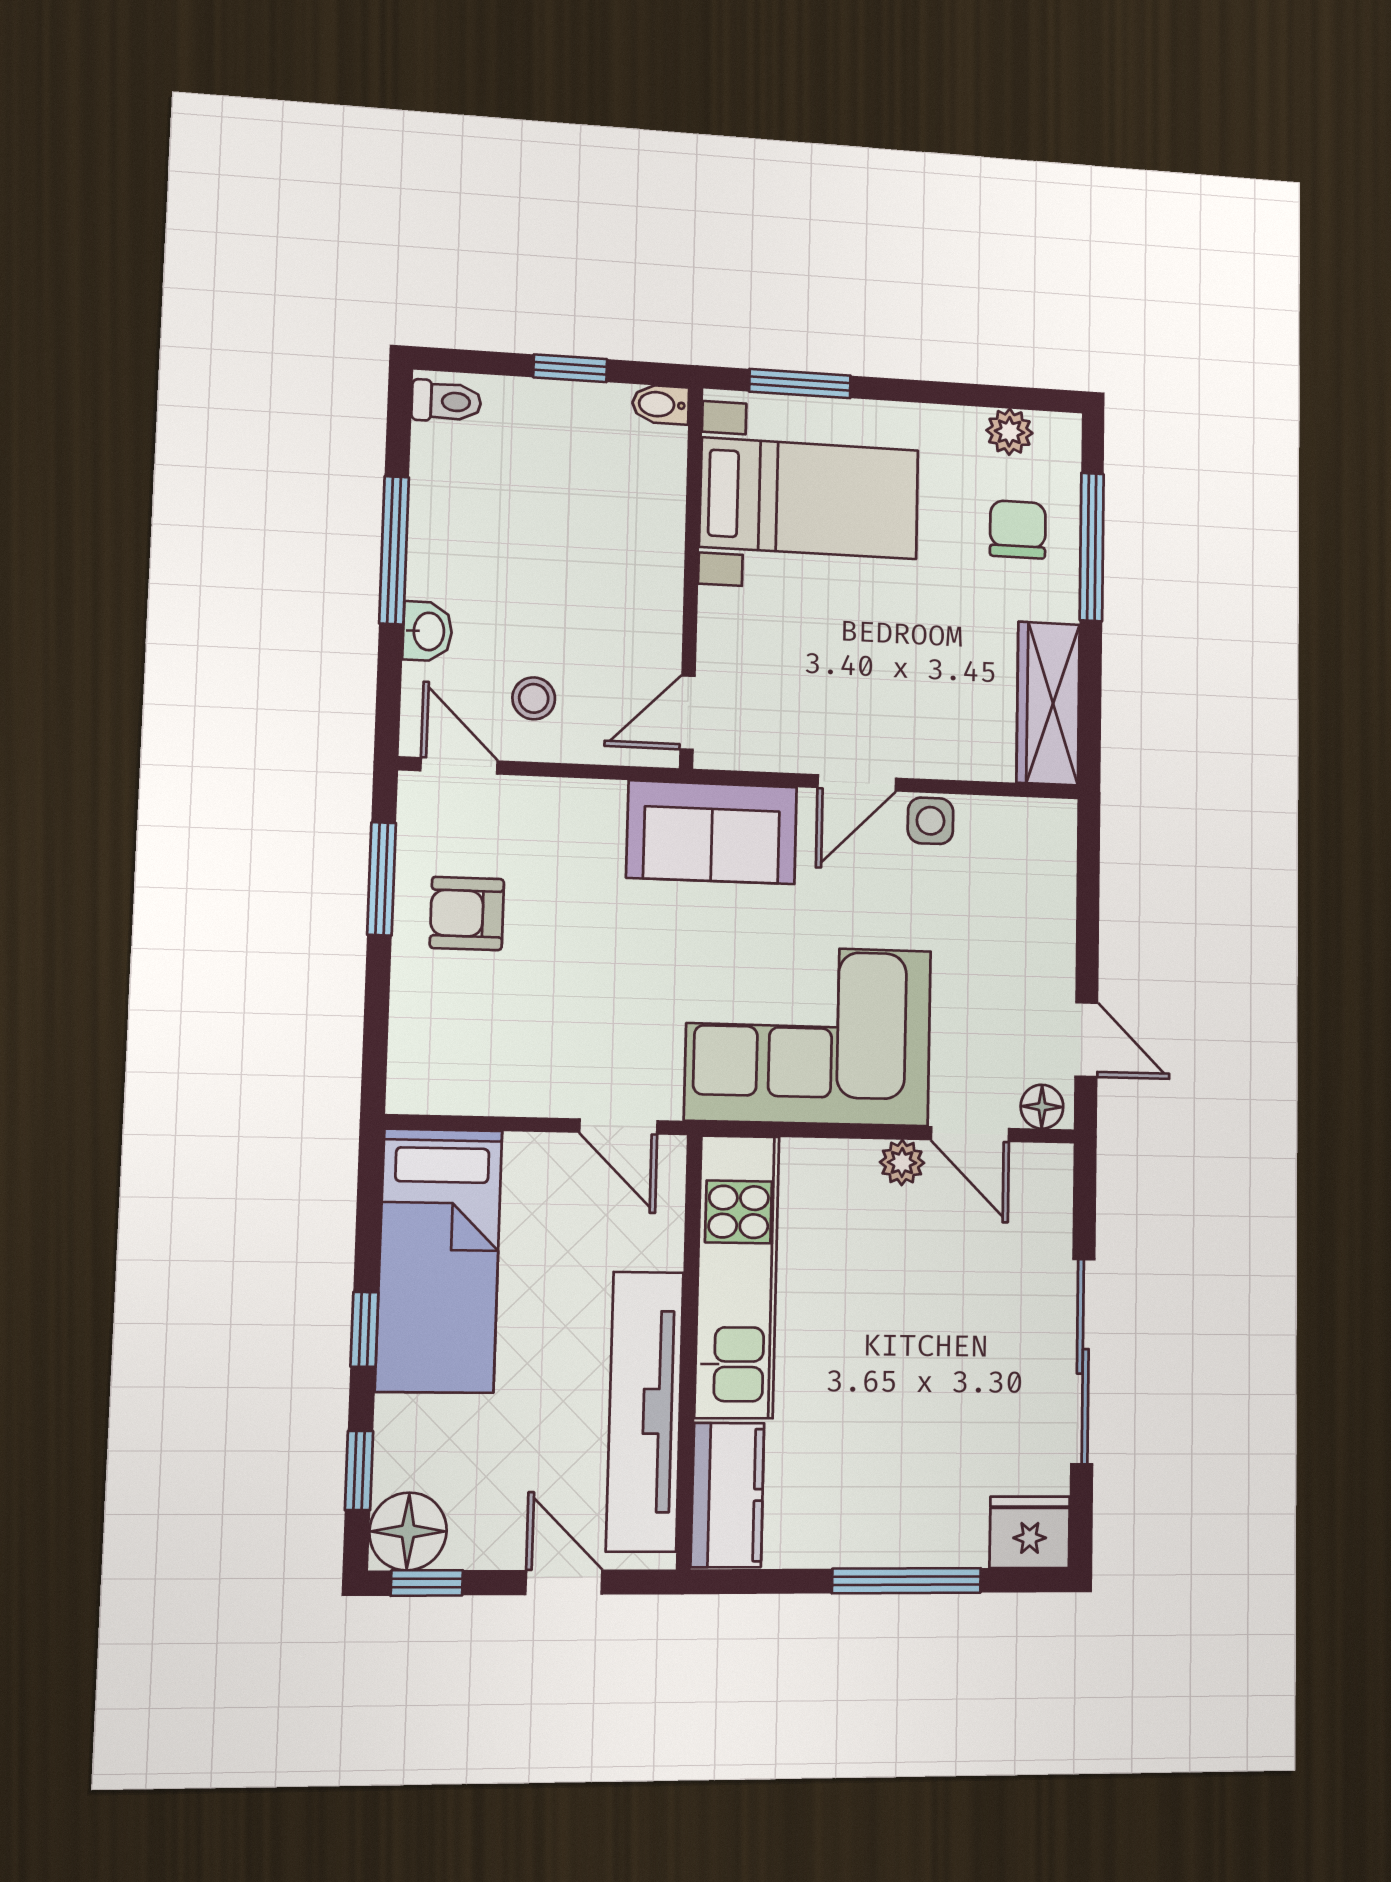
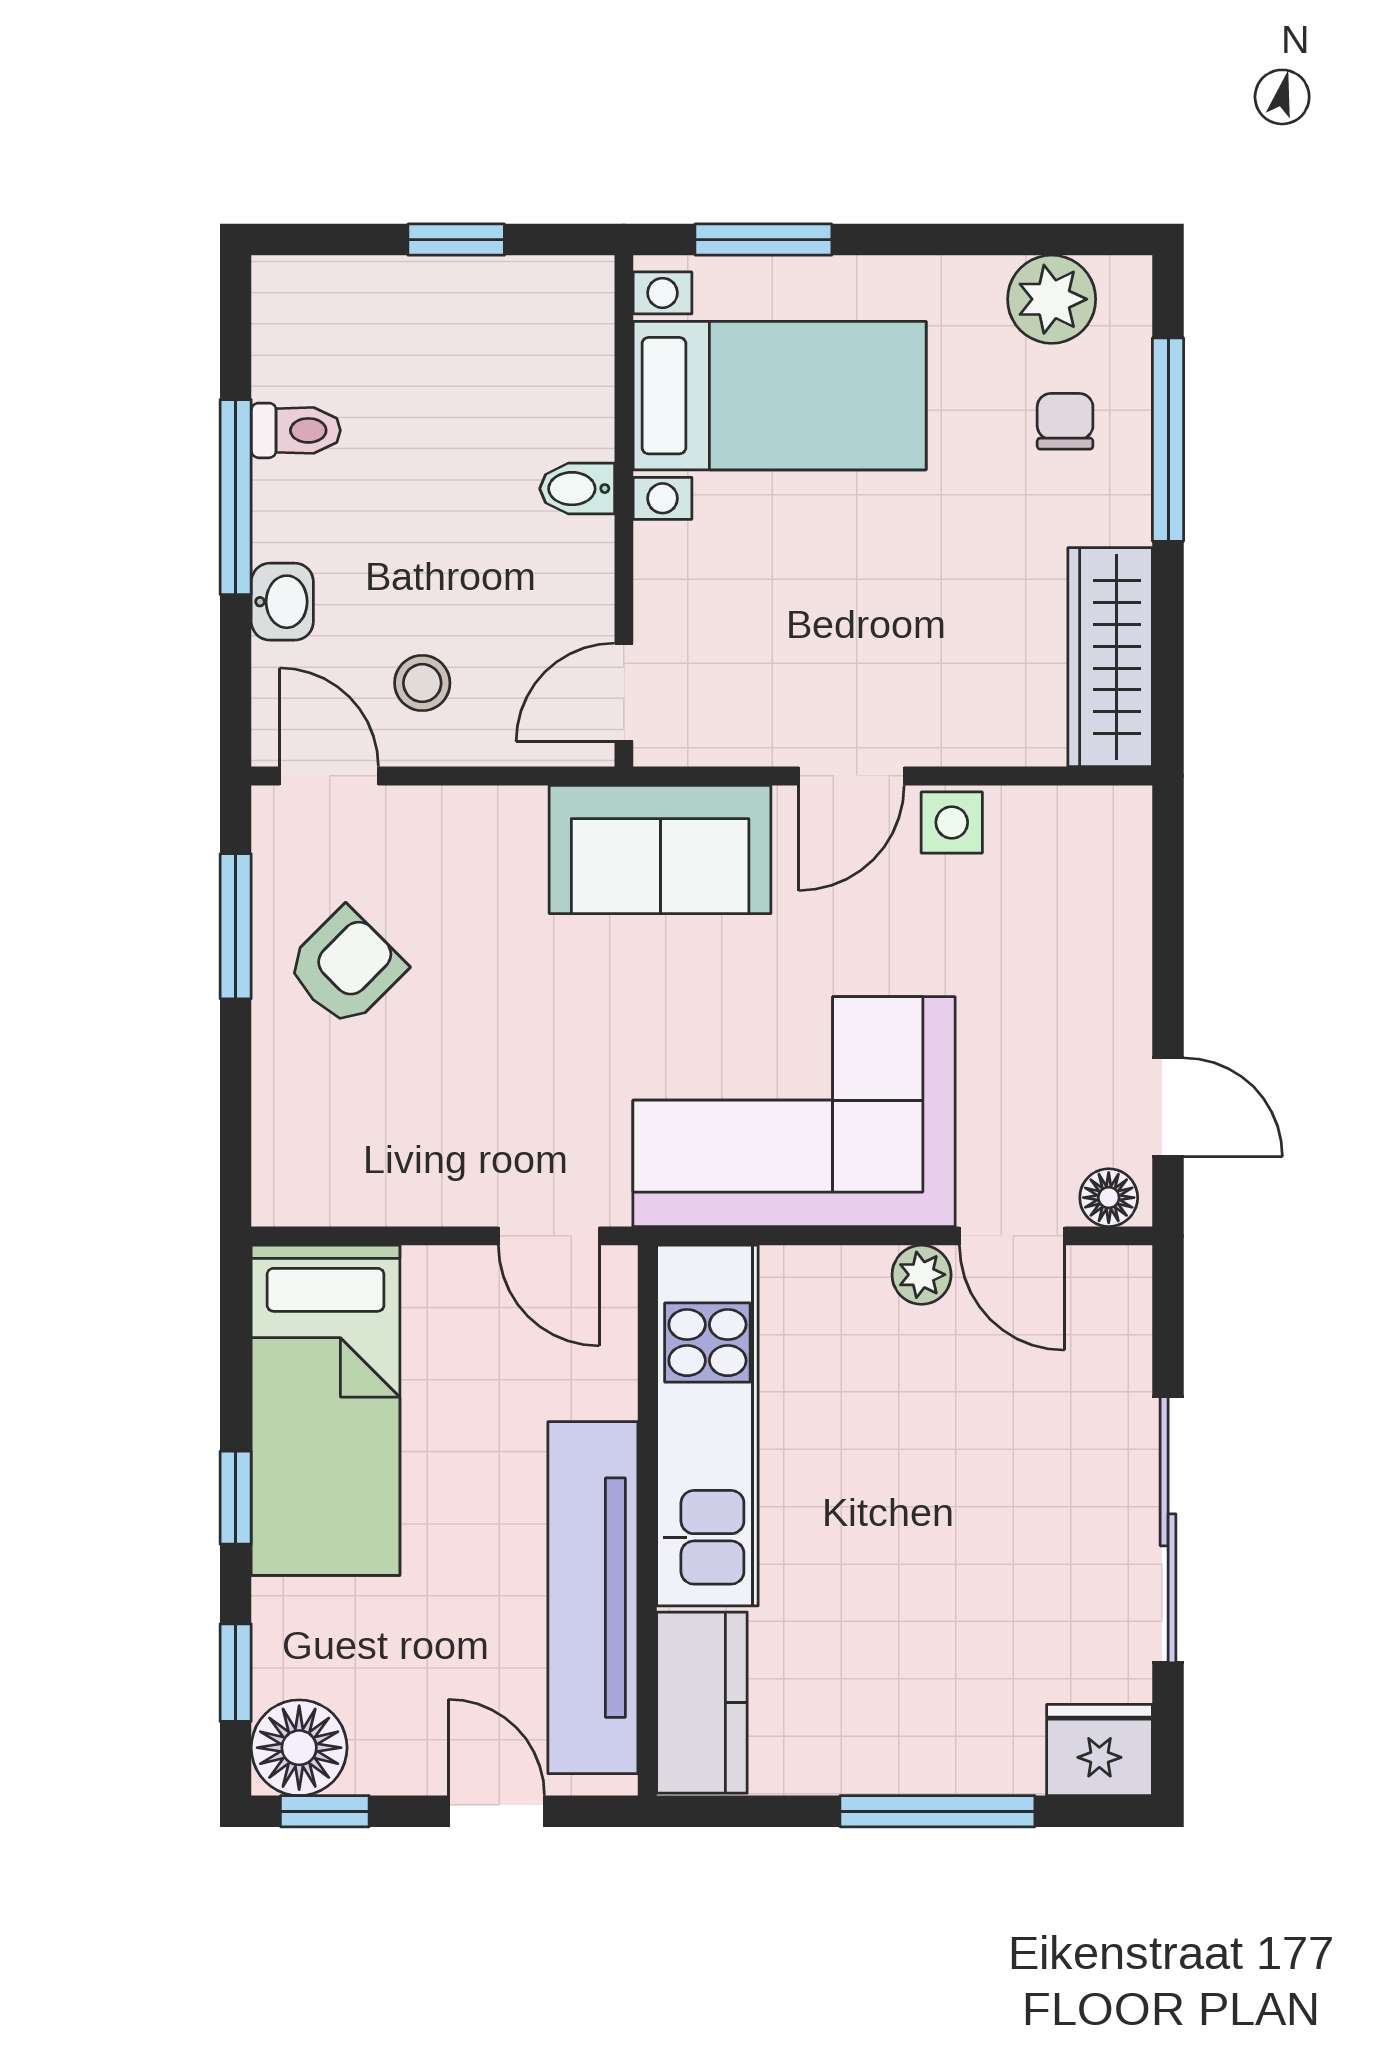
toilet: (446, 401) -> (296, 430), moved
bidet: (661, 404) -> (577, 489), moved
plant: (1009, 432) -> (1052, 299), width x1.38, depth x1.38
chair: (1018, 529) -> (1065, 421), width x0.73, depth x0.73
armchair: (467, 913) -> (346, 967), turned 135

